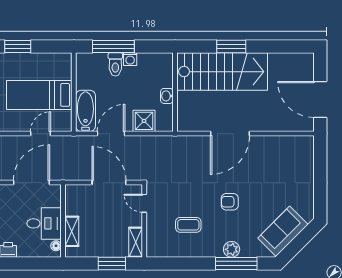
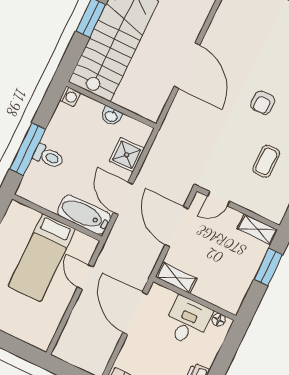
washing machine: (130, 59) -> (70, 97), moved
door: (109, 183) -> (177, 227), hinge flipped
shelving: (72, 231) -> (177, 278), moved

